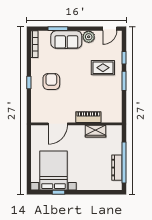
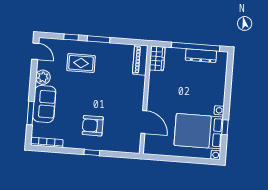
rug: (103, 68) -> (81, 63), turned 90
piano: (88, 117) -> (140, 60), moved
wardrobe: (95, 131) -> (157, 58), moved

